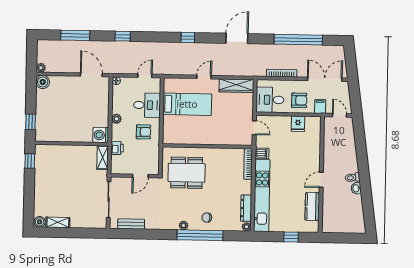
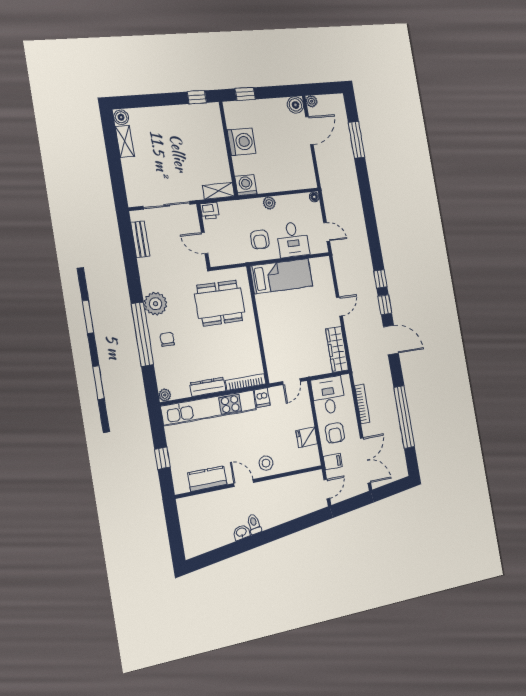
window: (123, 36) -> (385, 305), moved
door: (91, 75) -> (309, 131), moved
door: (204, 77) -> (339, 307), hinge flipped
bed: (187, 104) -> (281, 276), moved, turned -90
washing machine: (67, 132) -> (242, 142), added
printer: (117, 148) -> (210, 211), moved
stool: (310, 160) -> (266, 463), added
dining table: (187, 173) -> (220, 303), turned 90
dresser: (246, 208) -> (208, 387), moved
plant: (184, 226) -> (156, 304), width x1.88, depth x1.88

